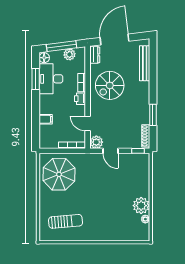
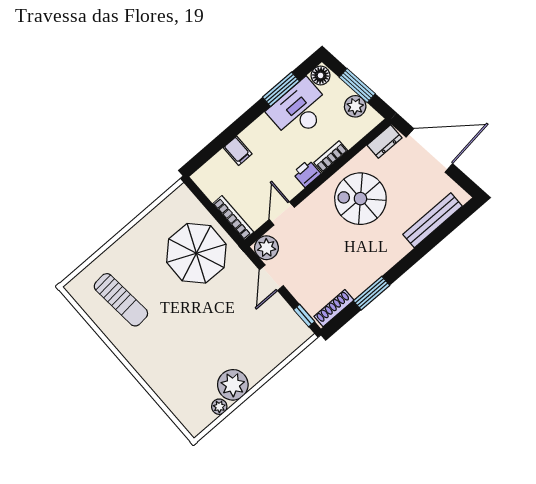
window: (61, 46) -> (357, 85), width x0.69
parasol: (59, 174) -> (196, 253), moved

